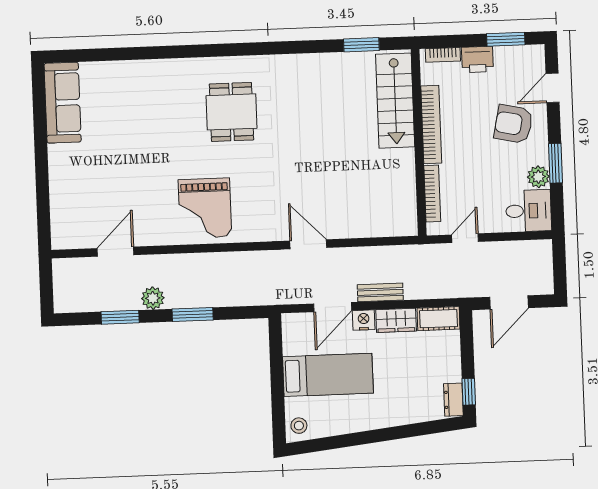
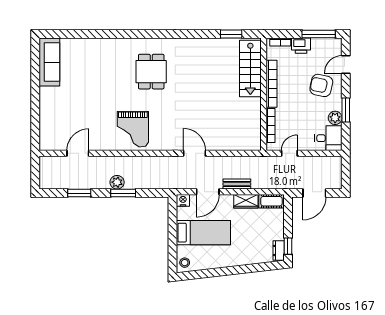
window: (506, 39) -> (319, 34), width x1.44
plant: (153, 298) -> (117, 182), moved
nightstand: (364, 320) -> (183, 200), moved

